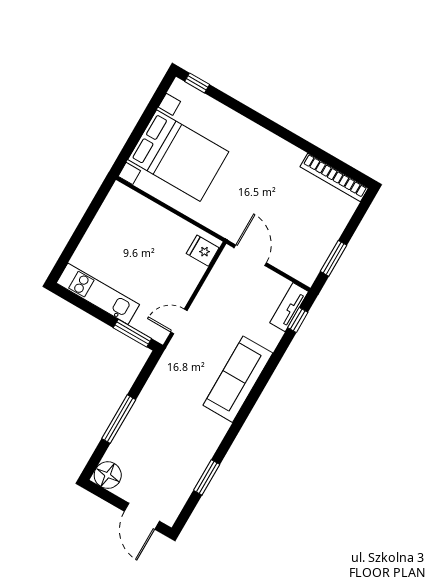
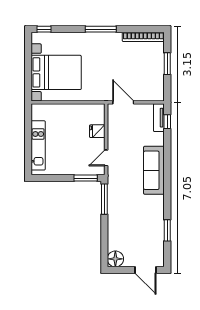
window: (279, 131) -> (101, 29), added
fridge: (203, 251) -> (97, 131), moved
window: (334, 258) -> (167, 64), moved
kitchen unit: (98, 294) -> (38, 145), moved, turned 90
window: (119, 419) -> (104, 199), moved

